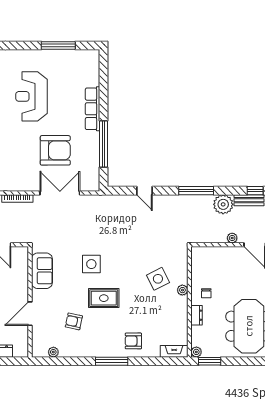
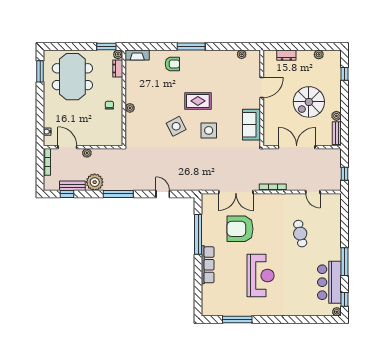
side table: (158, 279) -> (176, 126), moved
dresser: (197, 315) -> (118, 68), moved
armchair: (74, 321) -> (224, 81), removed

